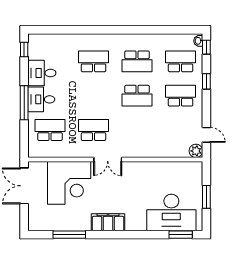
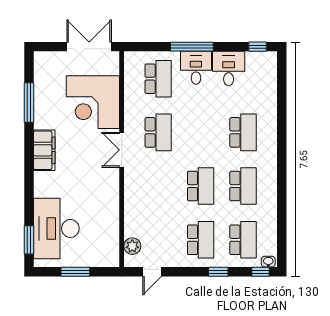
school desk: (137, 61) -> (243, 186), turned 180
school desk: (137, 96) -> (201, 186), turned 180
plant: (196, 151) -> (132, 246), moved

